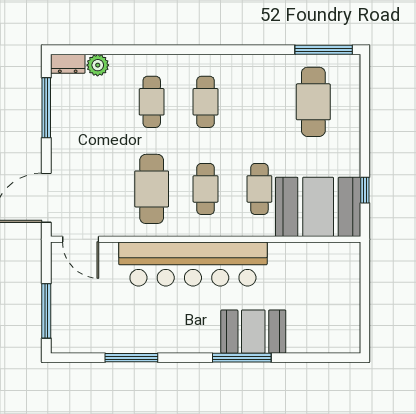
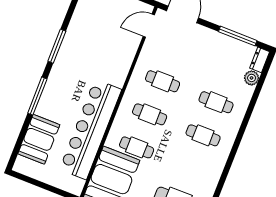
cafe table: (152, 189) -> (163, 81), width x0.73, depth x0.74
bar counter: (193, 264) -> (90, 129), moved
booth: (253, 332) -> (39, 139), moved
window: (131, 358) -> (57, 46), moved

